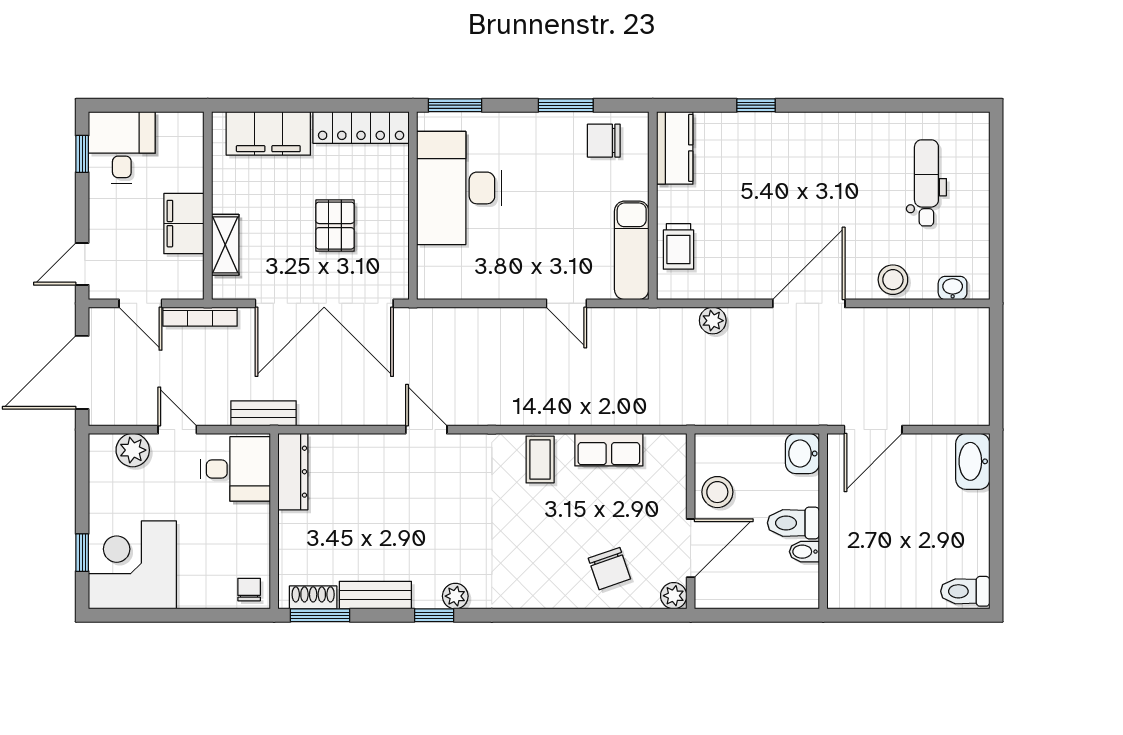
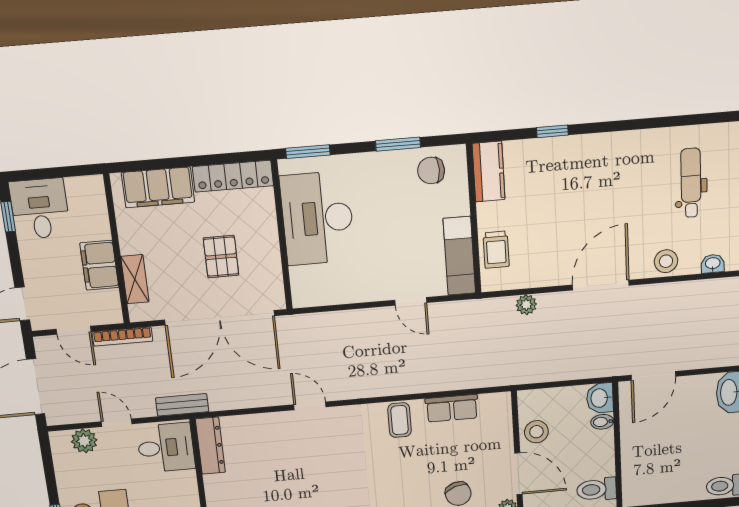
toilet: (793, 523) -> (597, 489), moved
door: (691, 548) -> (518, 474), hinge flipped
bidet: (804, 552) -> (602, 422), moved

